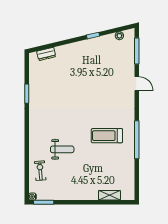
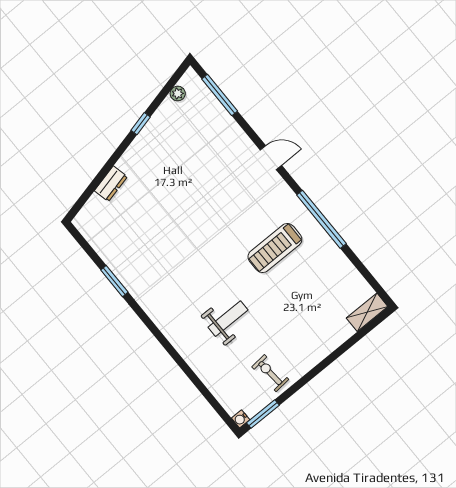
dresser: (46, 54) -> (111, 184), moved
door: (137, 84) -> (271, 158), moved
exercise bike: (40, 171) -> (270, 373), moved
shelving: (109, 195) -> (367, 312), moved

